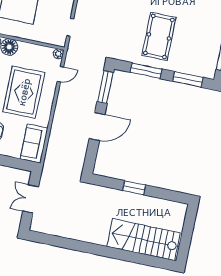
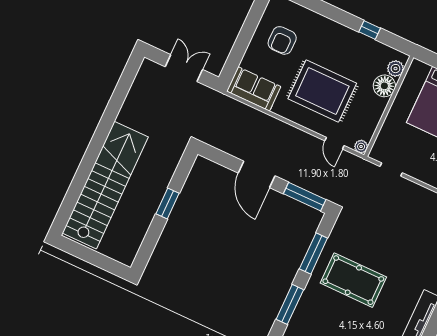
stairs: (143, 240) -> (105, 185), width x1.36

